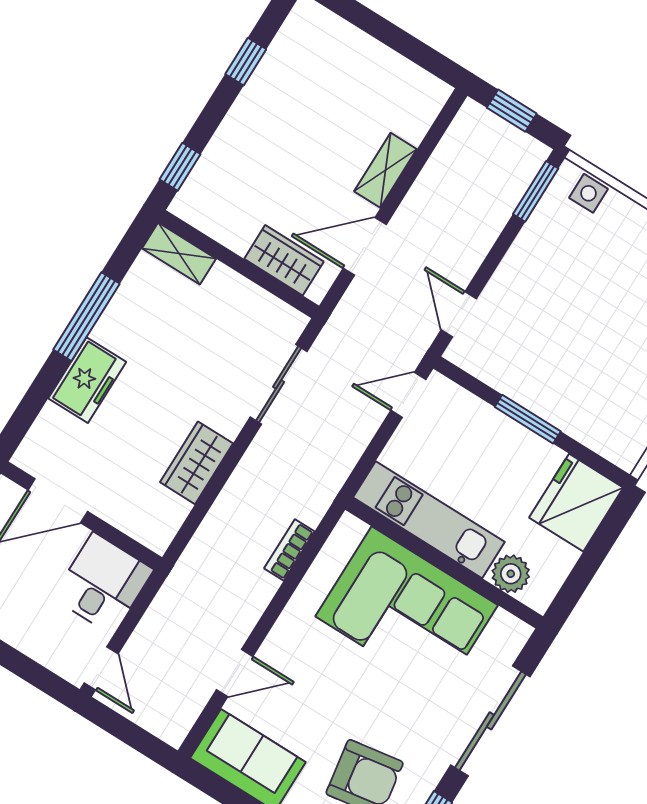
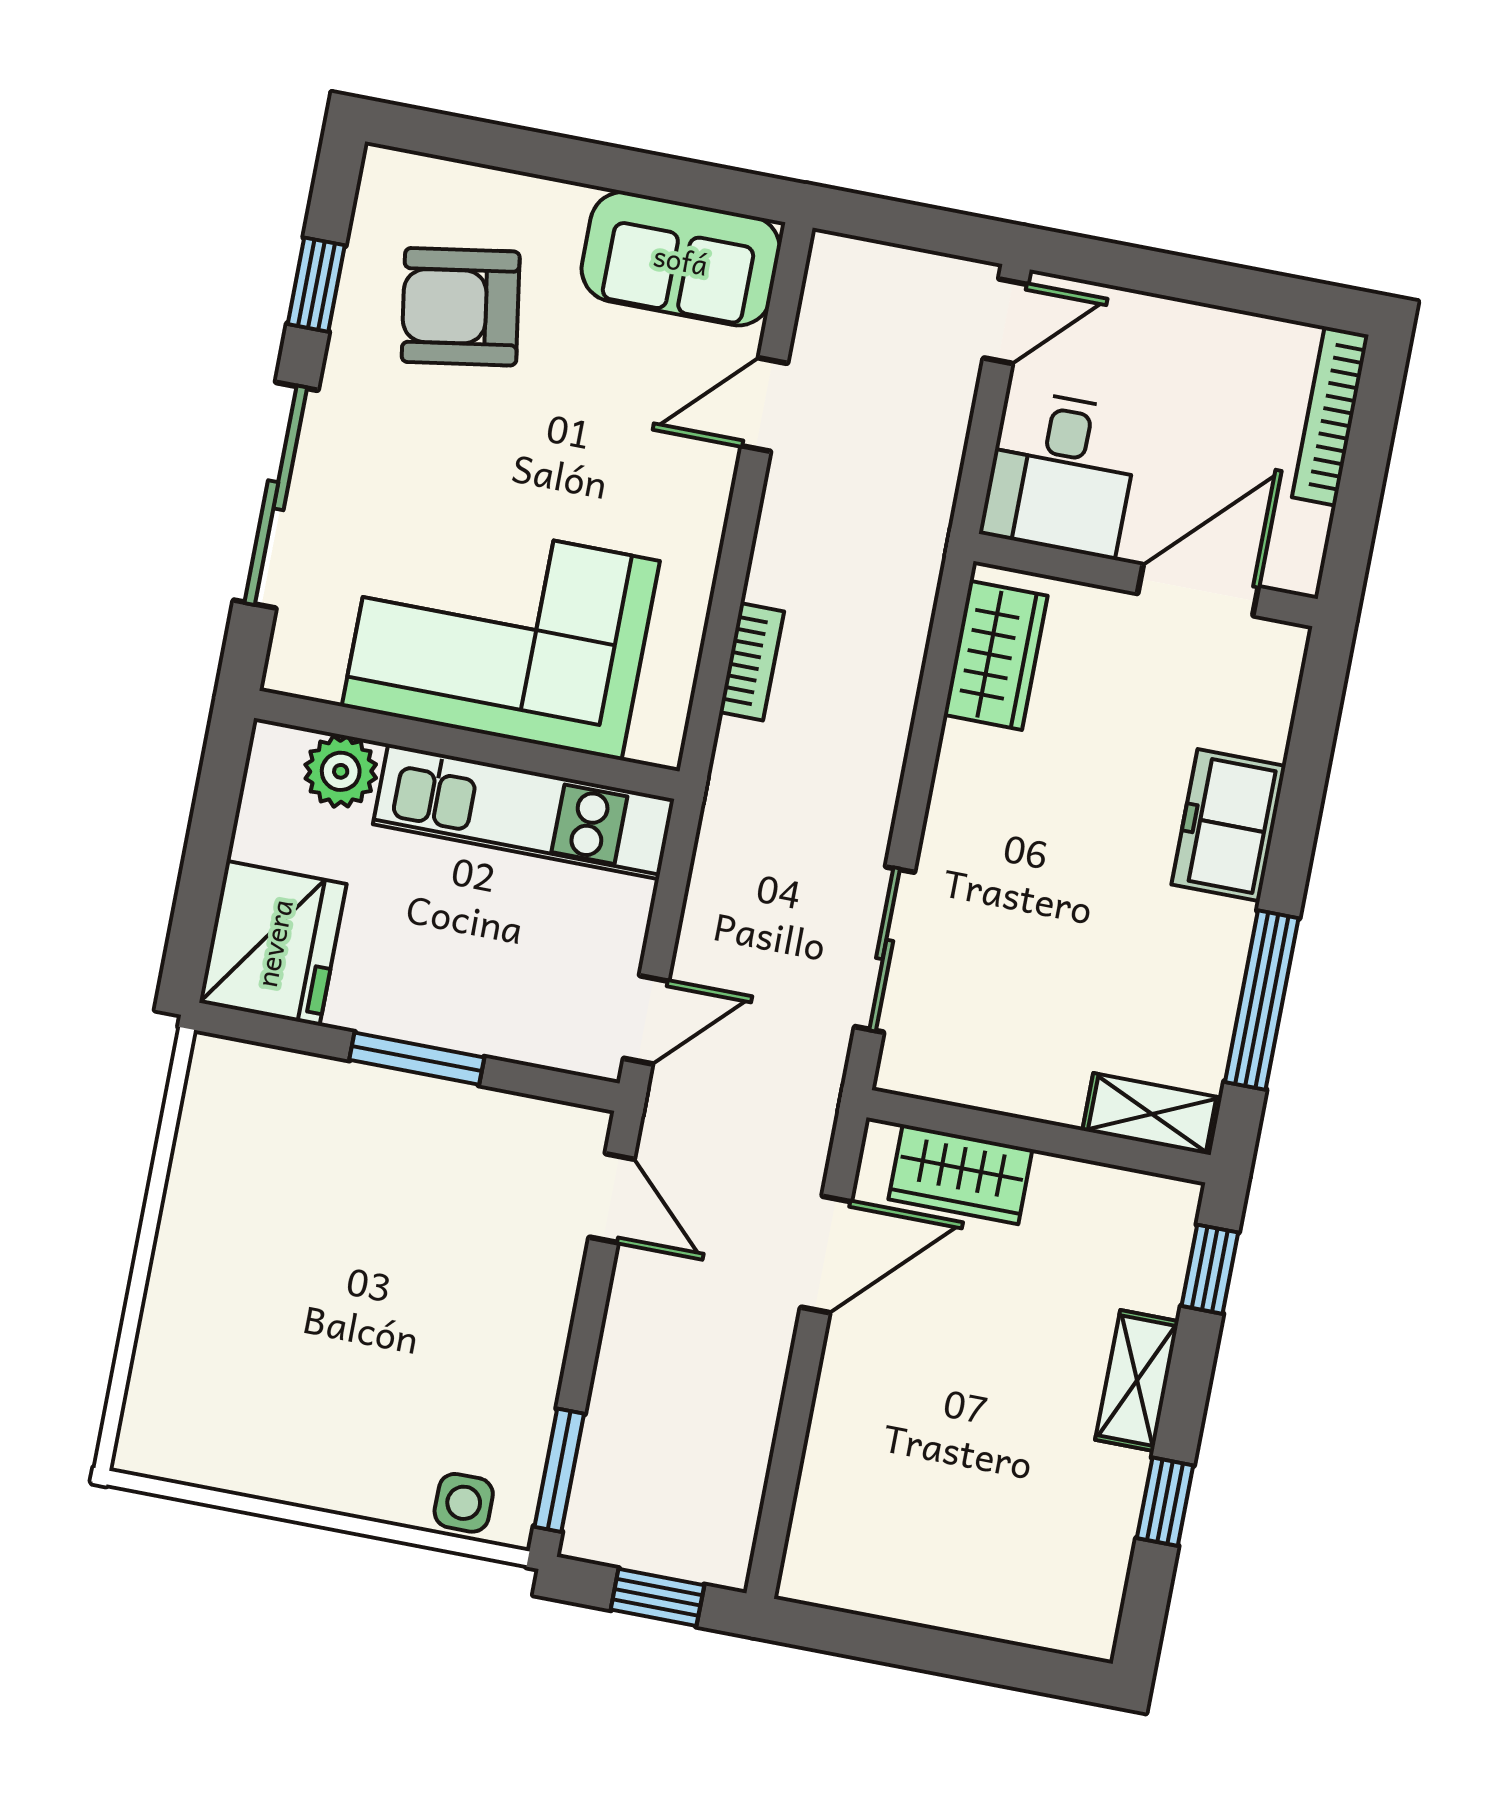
shelving: (385, 170) -> (1137, 1381), moved
window: (86, 317) -> (1262, 1000), moved
wardrobe: (196, 463) -> (996, 655), moved
door: (101, 668) -> (1006, 321), swing flipped

